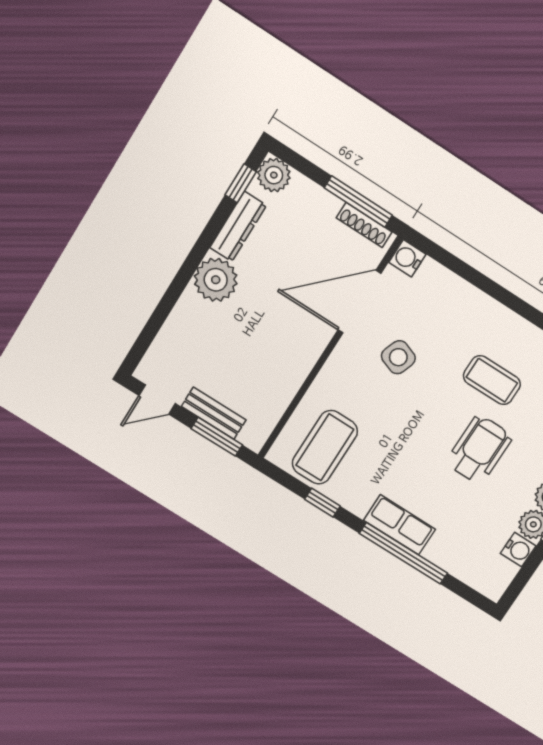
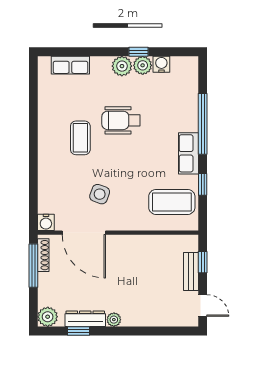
window: (241, 183) -> (78, 331), moved
plant: (216, 280) -> (114, 320), width x0.53, depth x0.53
window: (217, 437) -> (203, 262), width x0.67
row of seats: (399, 525) -> (188, 153), moved

